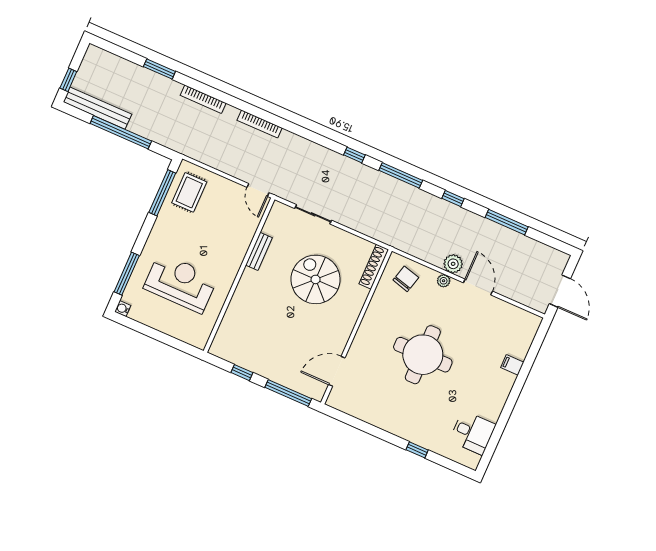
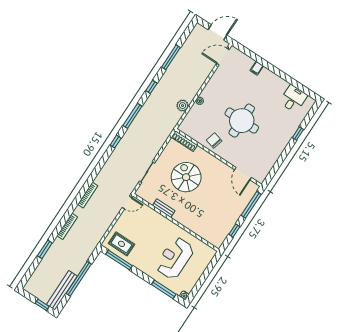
plant: (453, 264) -> (183, 106), moved
spiral stairs: (316, 279) -> (186, 177), turned 90
chair: (406, 279) -> (214, 140), moved
door: (478, 287) -> (223, 57), moved

